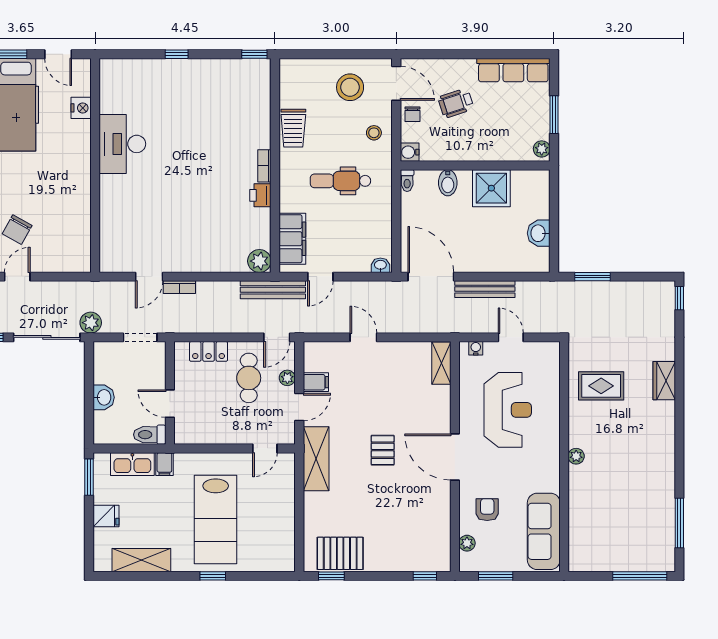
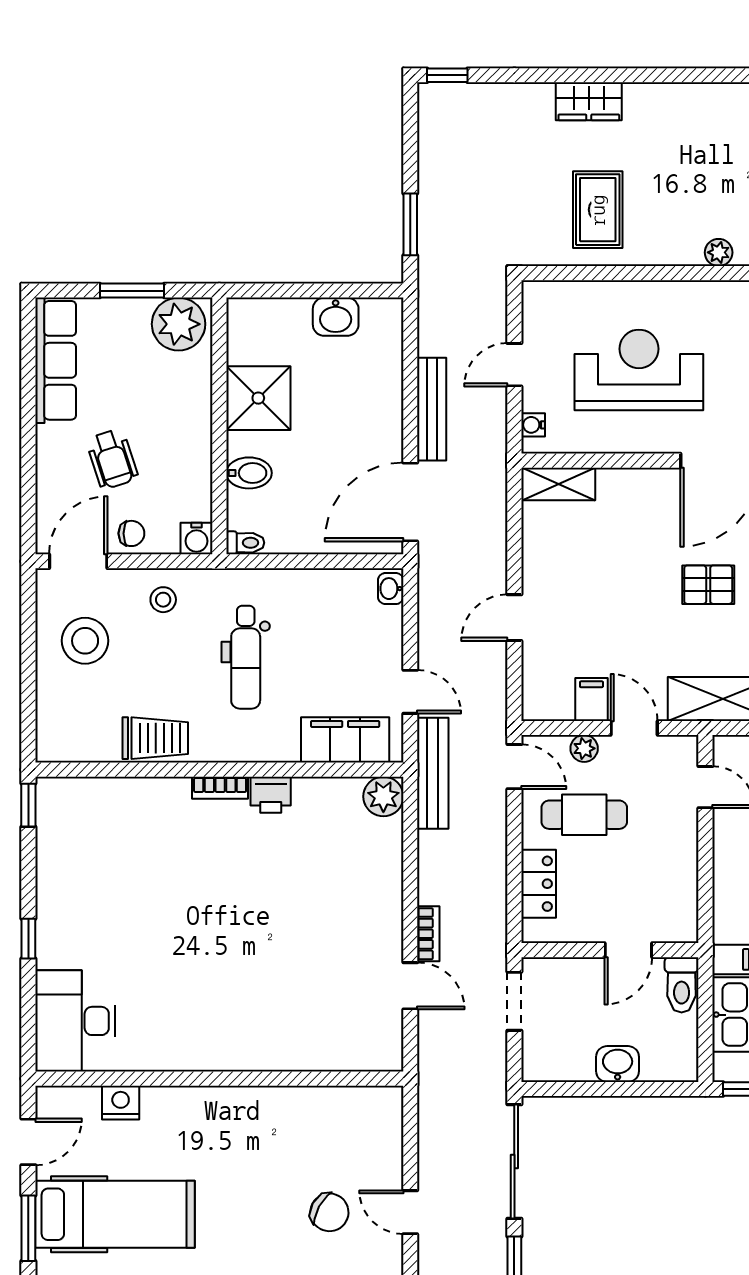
desk: (122, 144) -> (75, 1021), moved, turned 90
plant: (542, 149) -> (179, 324), width x1.87, depth x1.87
plant: (91, 323) -> (489, 1086), removed

